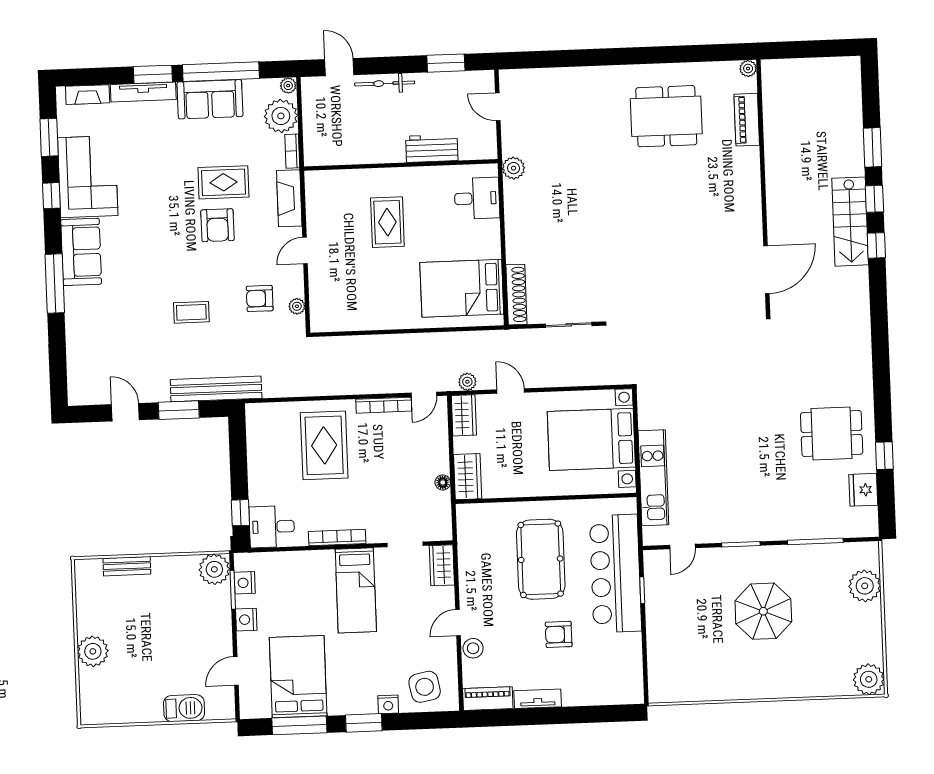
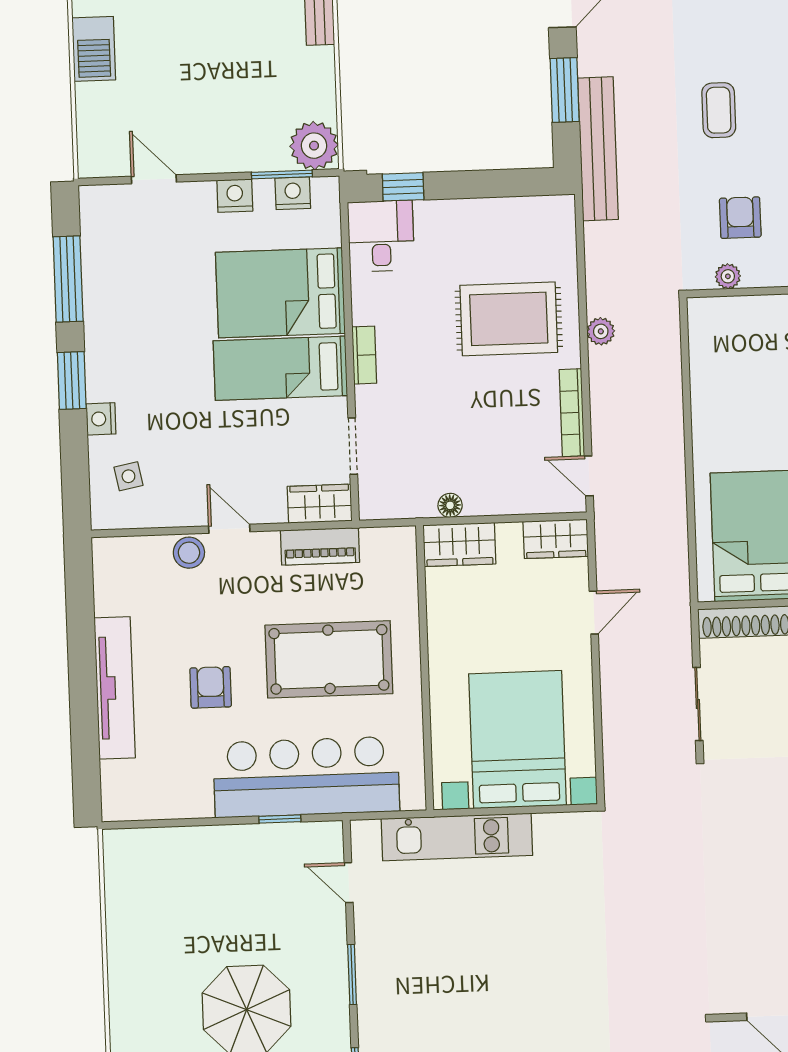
plant: (467, 382) -> (601, 331), moved
bookcase: (337, 538) -> (364, 355), width x0.64
bed: (298, 677) -> (280, 293), moved, turned 180
side table: (425, 687) -> (128, 476), width x0.54, depth x0.54
piano: (488, 699) -> (320, 546), moved, turned 90
tv unit: (538, 699) -> (115, 688), width x1.92, depth x1.29
barbecue: (184, 708) -> (94, 49), moved

